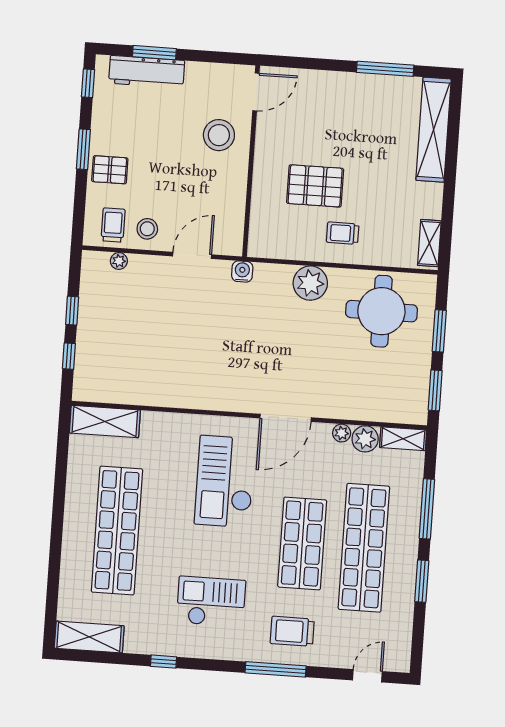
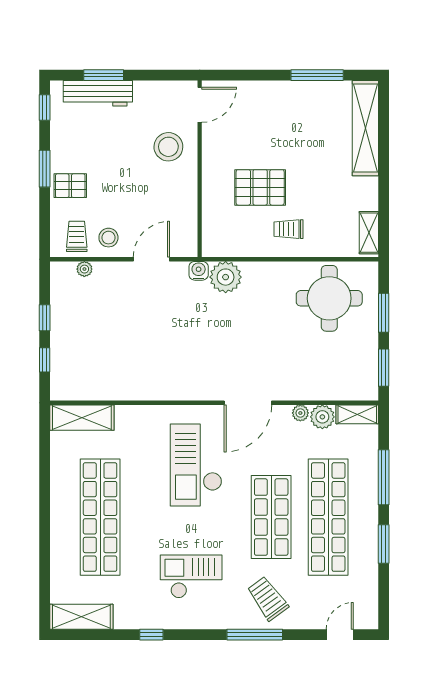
plant: (310, 283) -> (226, 277), moved
trolley: (292, 631) -> (268, 598), turned 54

